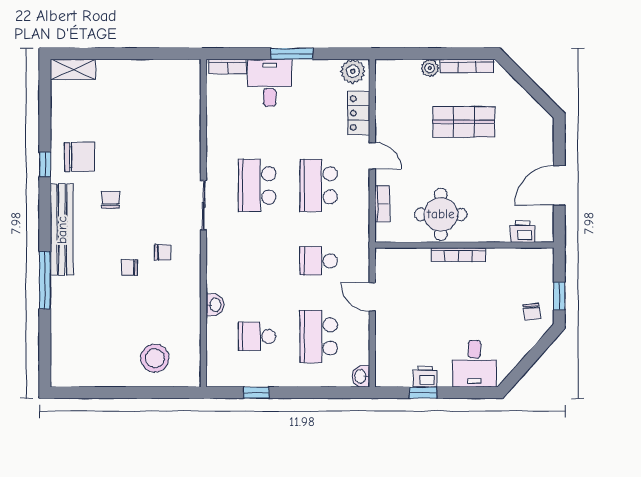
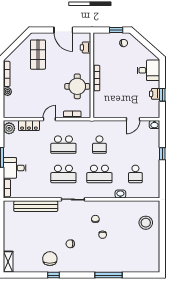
shop shelf: (464, 122) -> (38, 55), moved
bench: (62, 230) -> (36, 206), moved
door: (372, 297) -> (133, 119), moved
school desk: (319, 336) -> (99, 174), moved
window: (256, 393) -> (162, 154), moved

